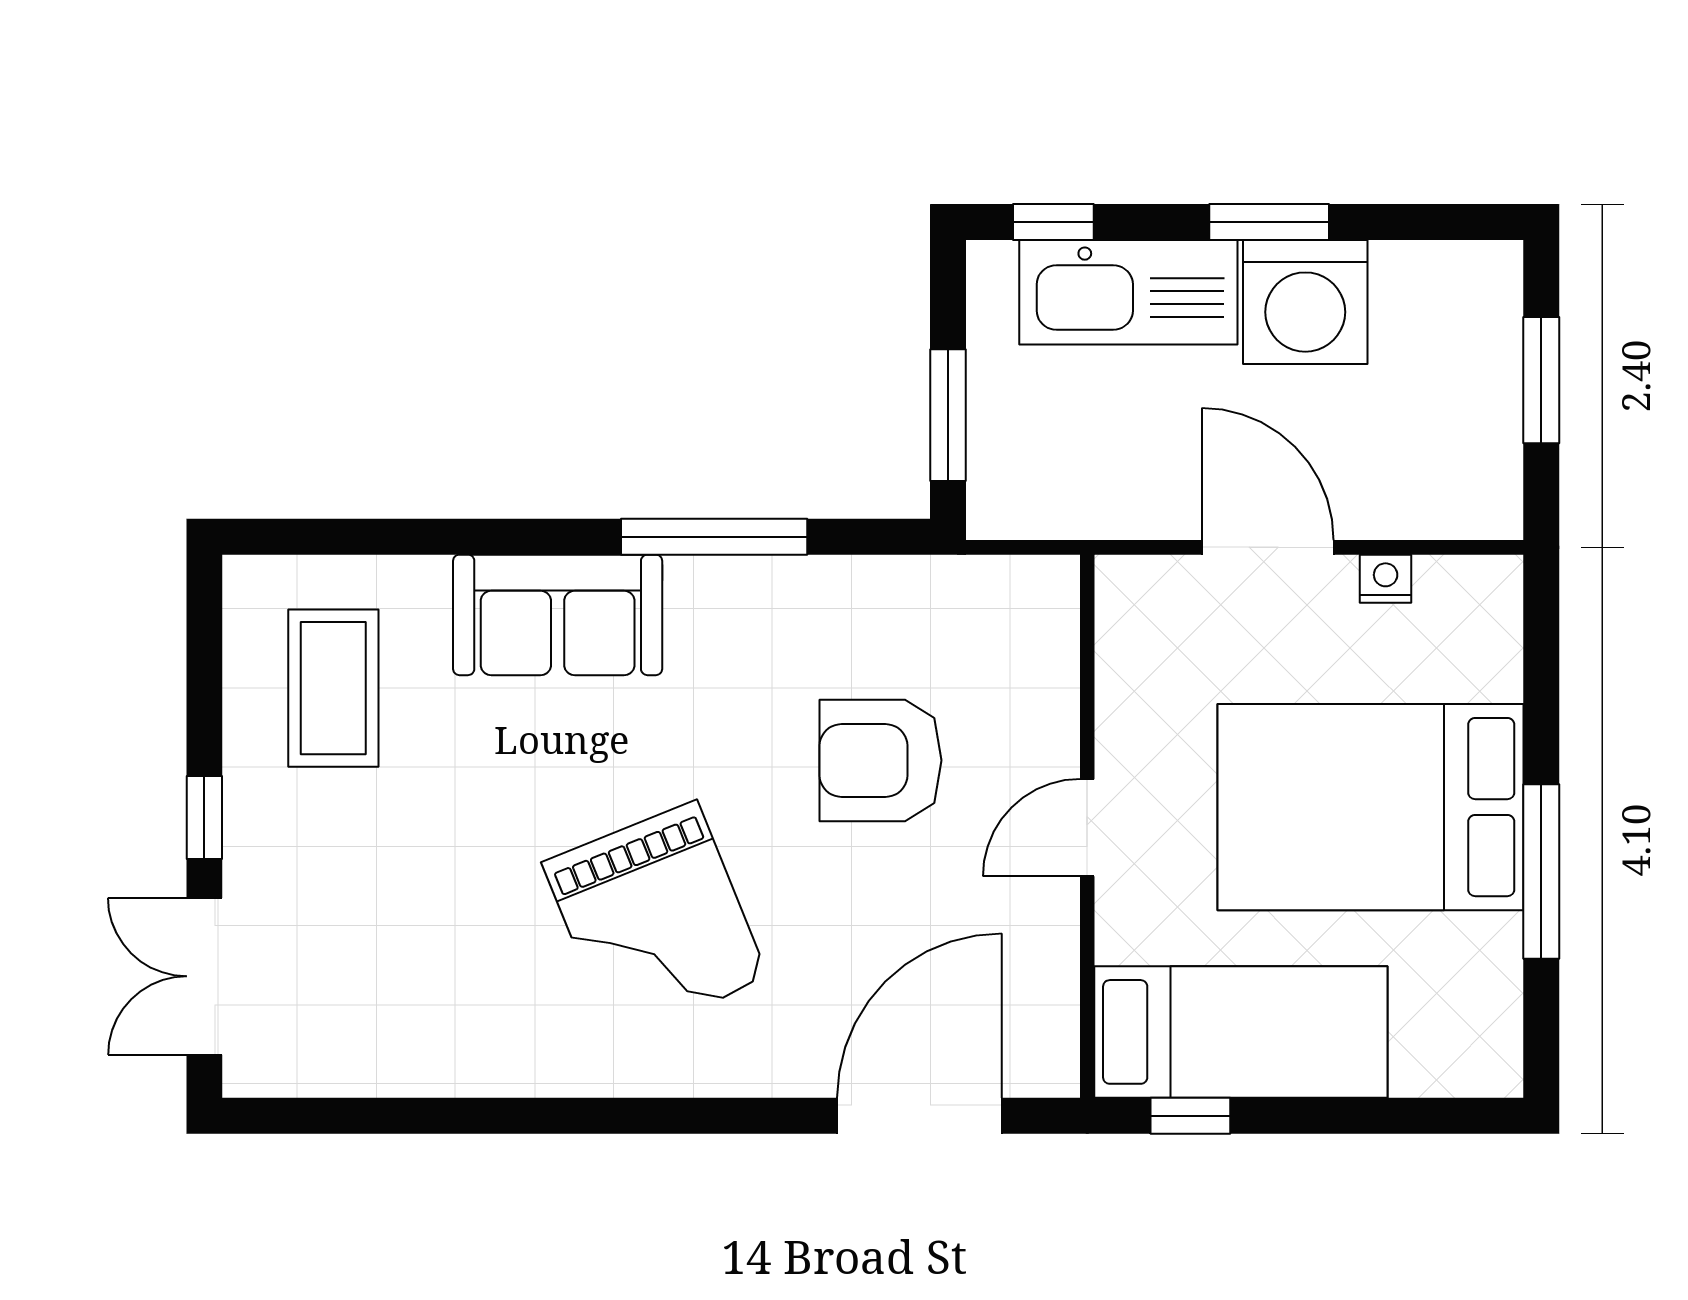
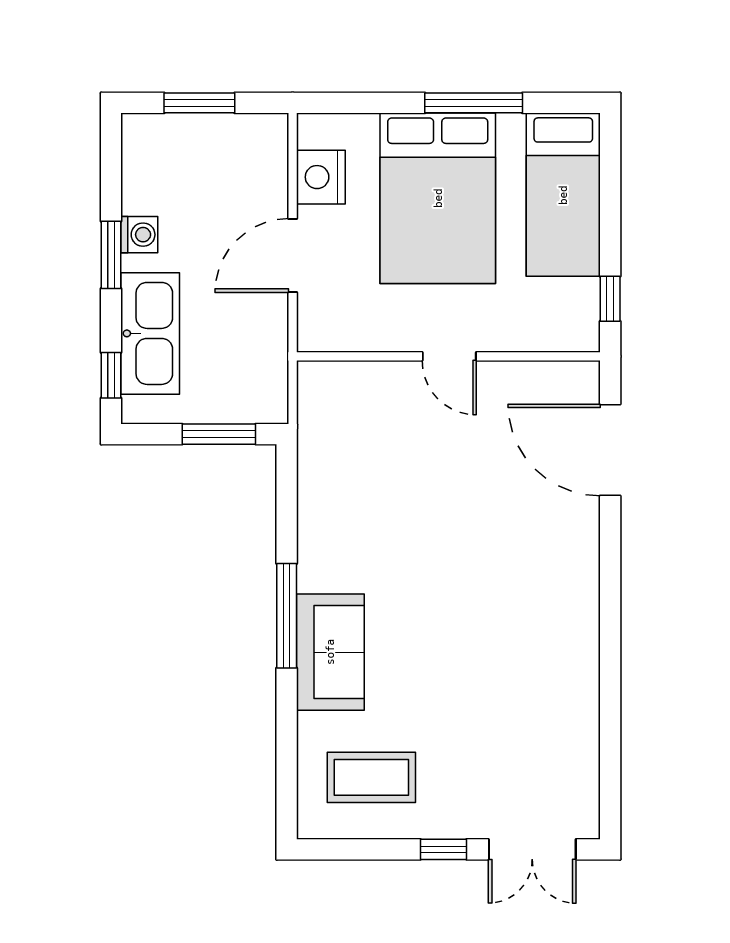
washing machine: (1305, 302) -> (139, 235), width x0.53, depth x0.53
window: (714, 537) -> (287, 616), moved
nightstand: (1386, 579) -> (321, 177), width x1.89, depth x1.79
armchair: (881, 760) -> (412, 472), removed
grand piano: (655, 921) -> (501, 598), removed
bed: (1241, 1032) -> (563, 195), moved, turned 180

